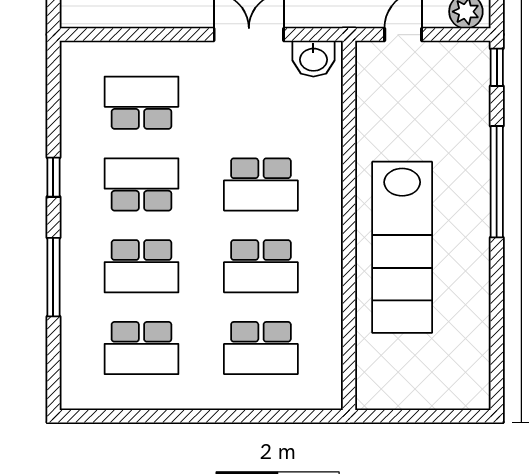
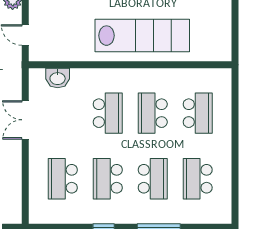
washbasin: (313, 59) -> (58, 78), moved, turned 90
school desk: (261, 266) -> (153, 113), turned 180
school desk: (141, 348) -> (198, 179), turned 180

